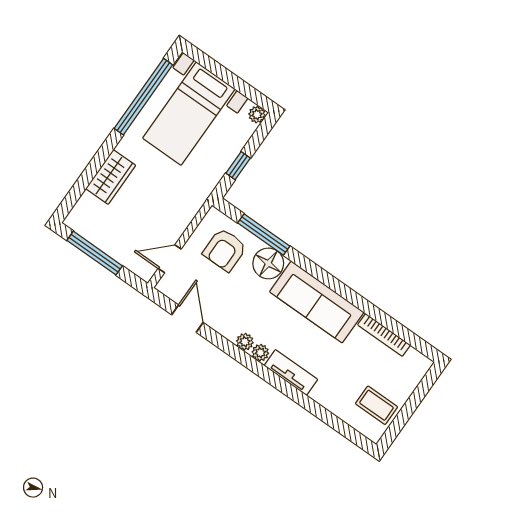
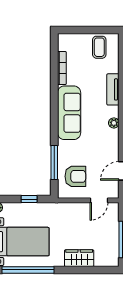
door: (170, 259) -> (99, 200), hinge flipped
floor lamp: (268, 263) -> (67, 150), removed
plant: (245, 342) -> (114, 134), removed
tv unit: (291, 373) -> (113, 89), moved

